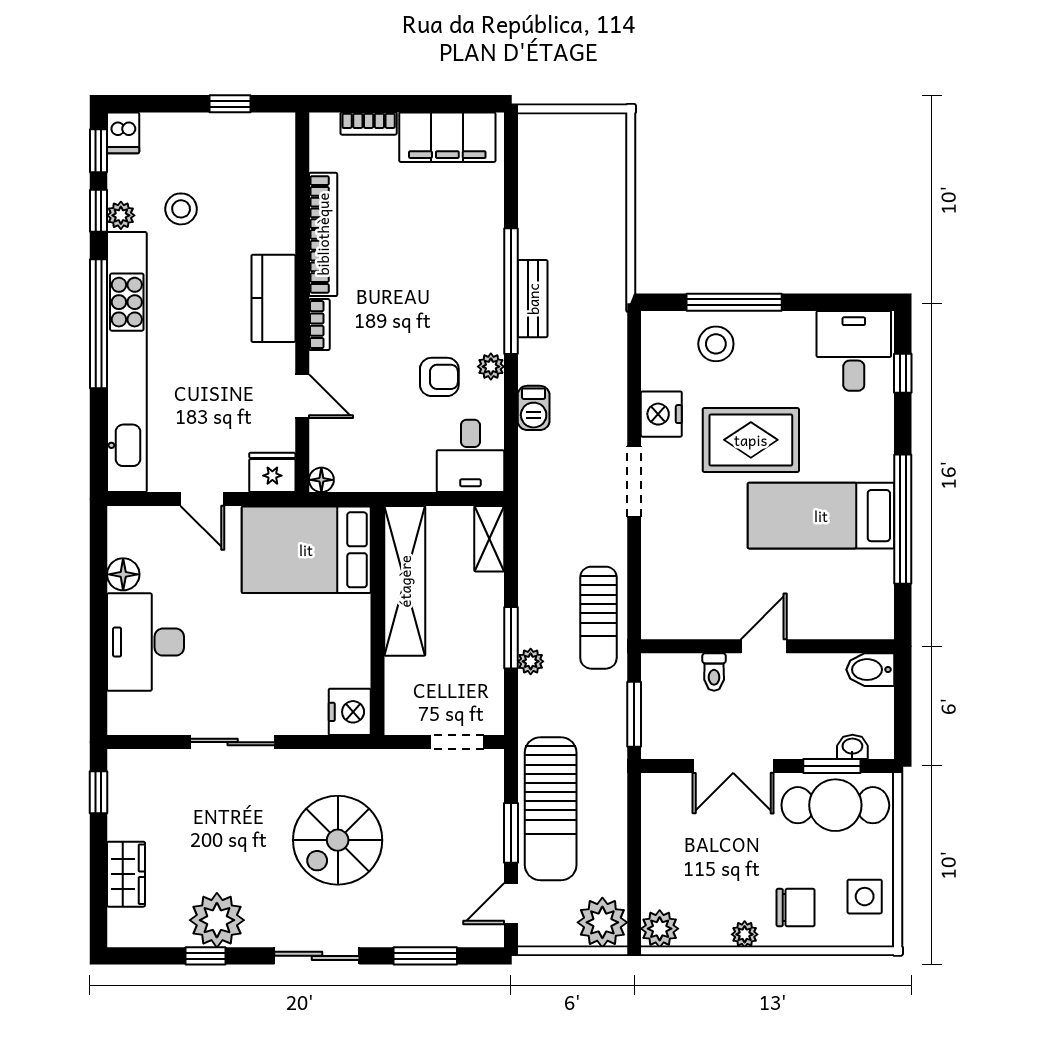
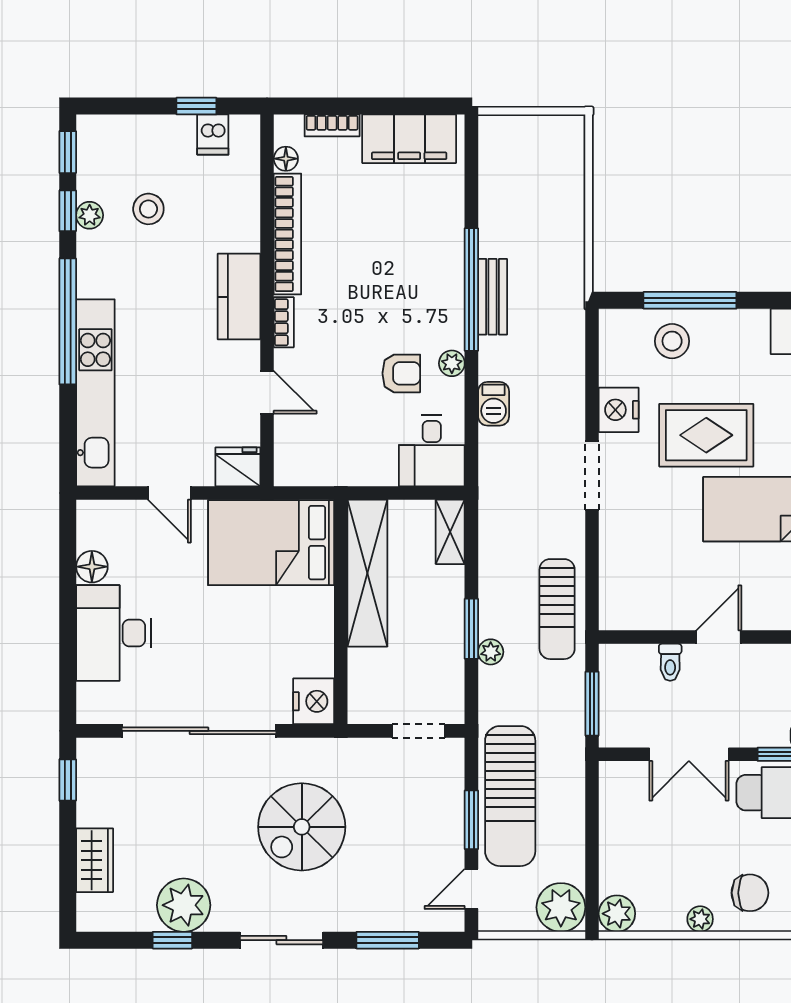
dishwasher: (123, 133) -> (213, 135), moved
kitchen unit: (127, 362) -> (95, 393), width x0.73
floor lamp: (321, 480) -> (286, 159), moved
sliding door: (233, 742) -> (199, 731), width x1.86

